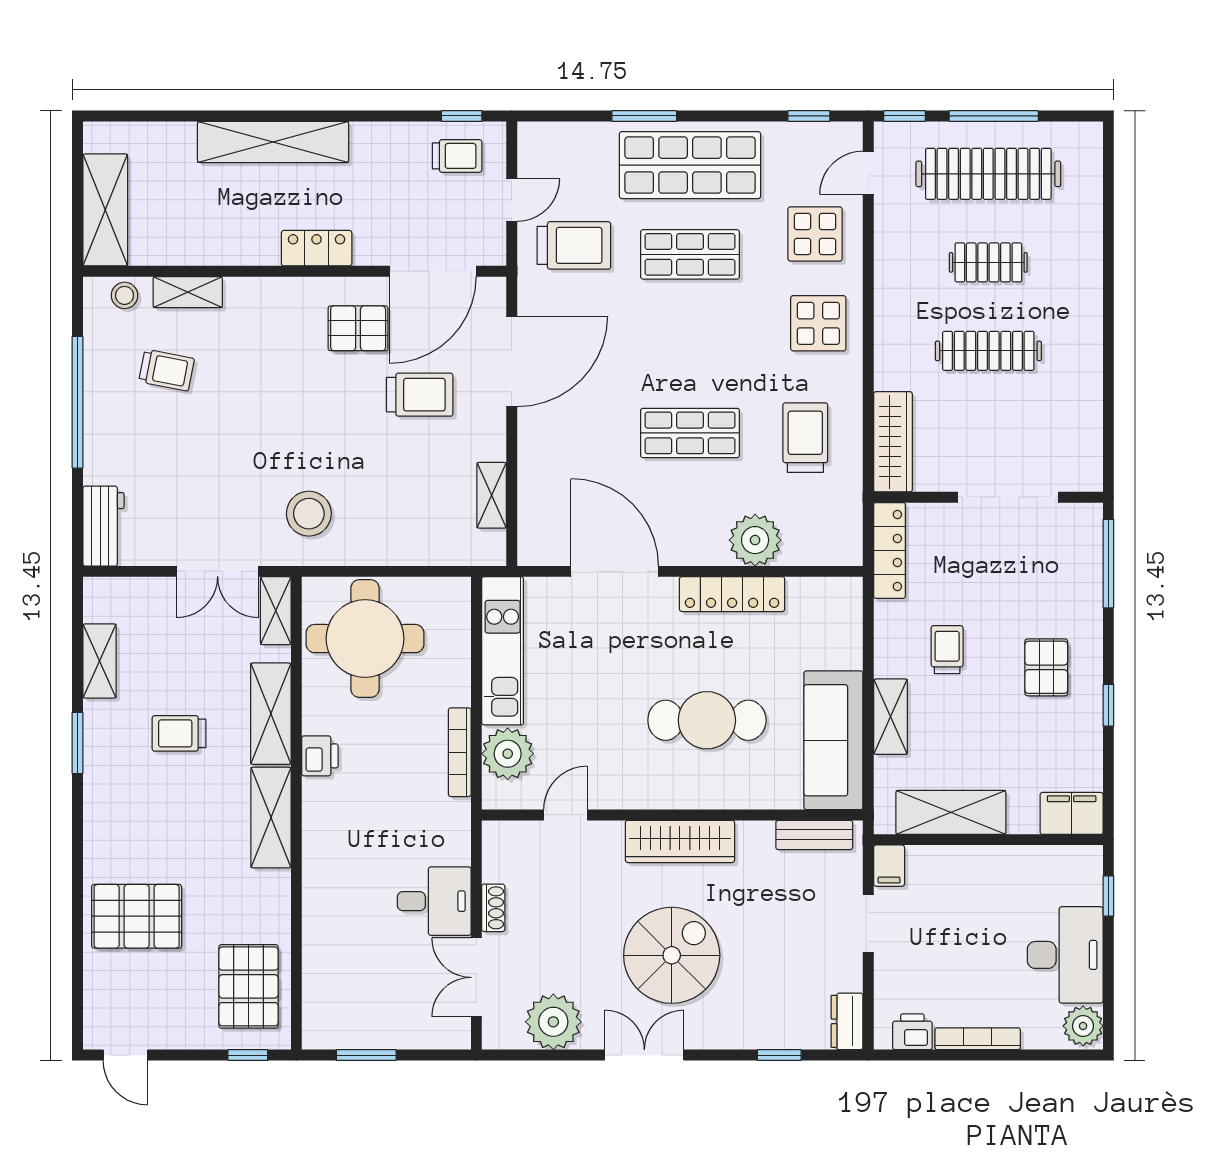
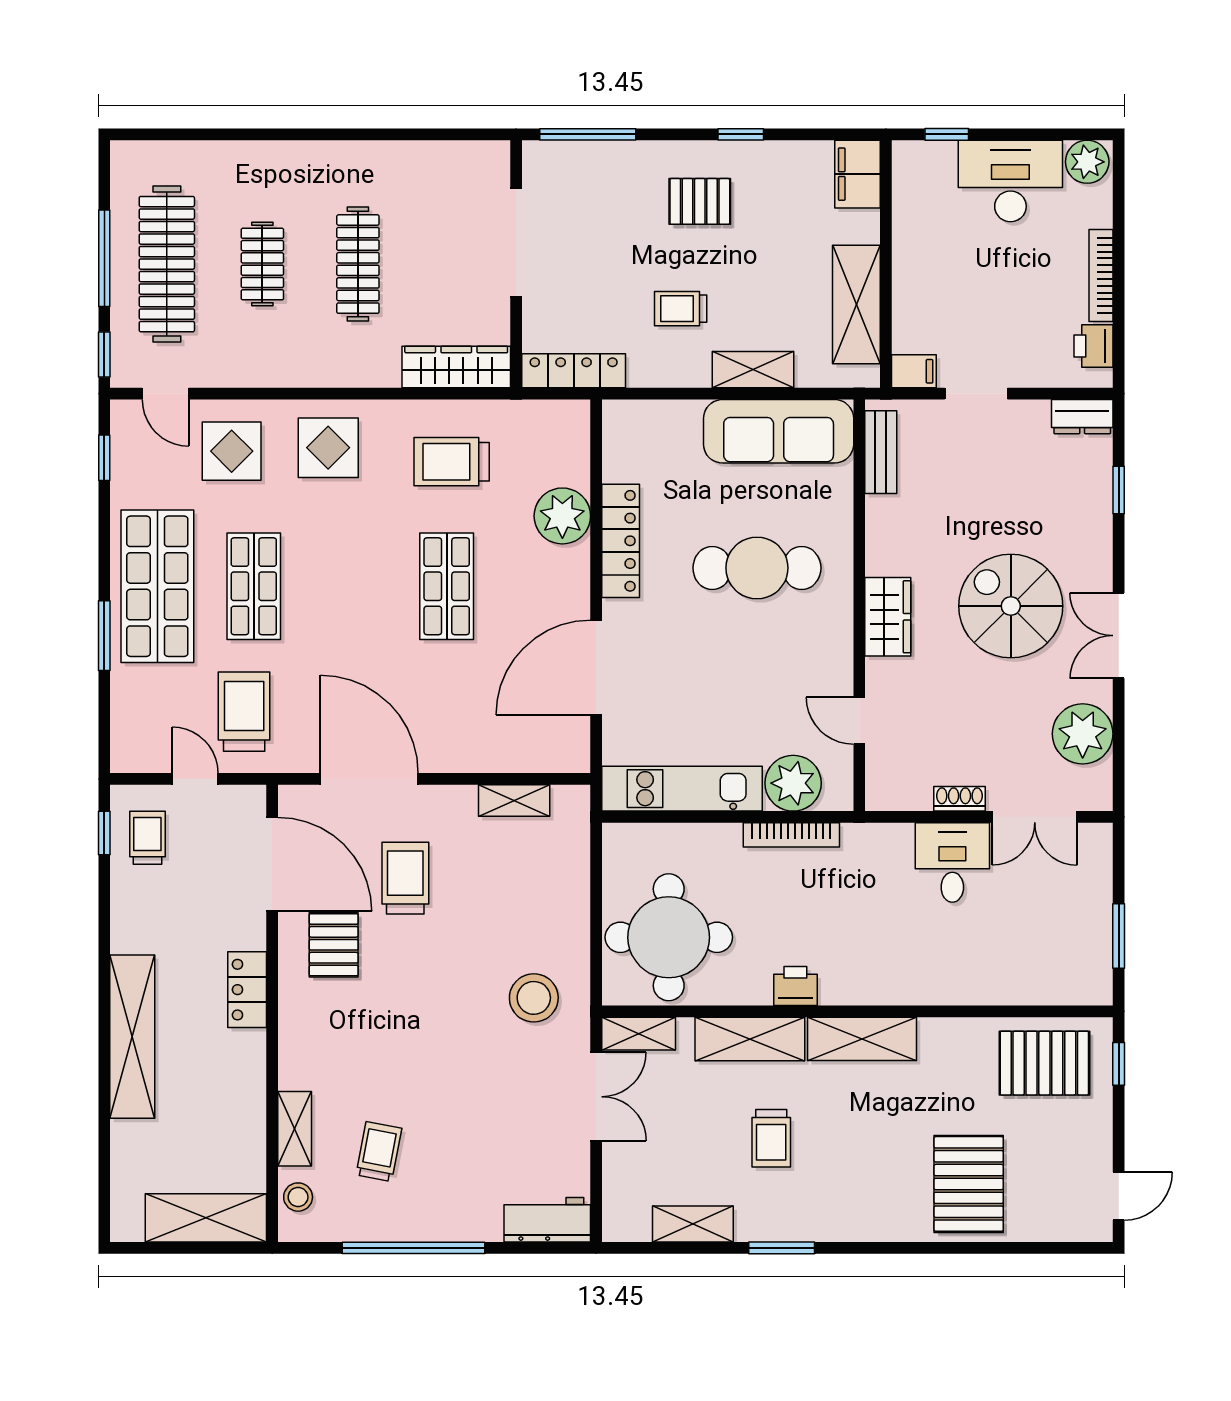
cafe table: (707, 720) -> (757, 568), turned 90
wardrobe: (680, 841) -> (888, 617), width x0.67

